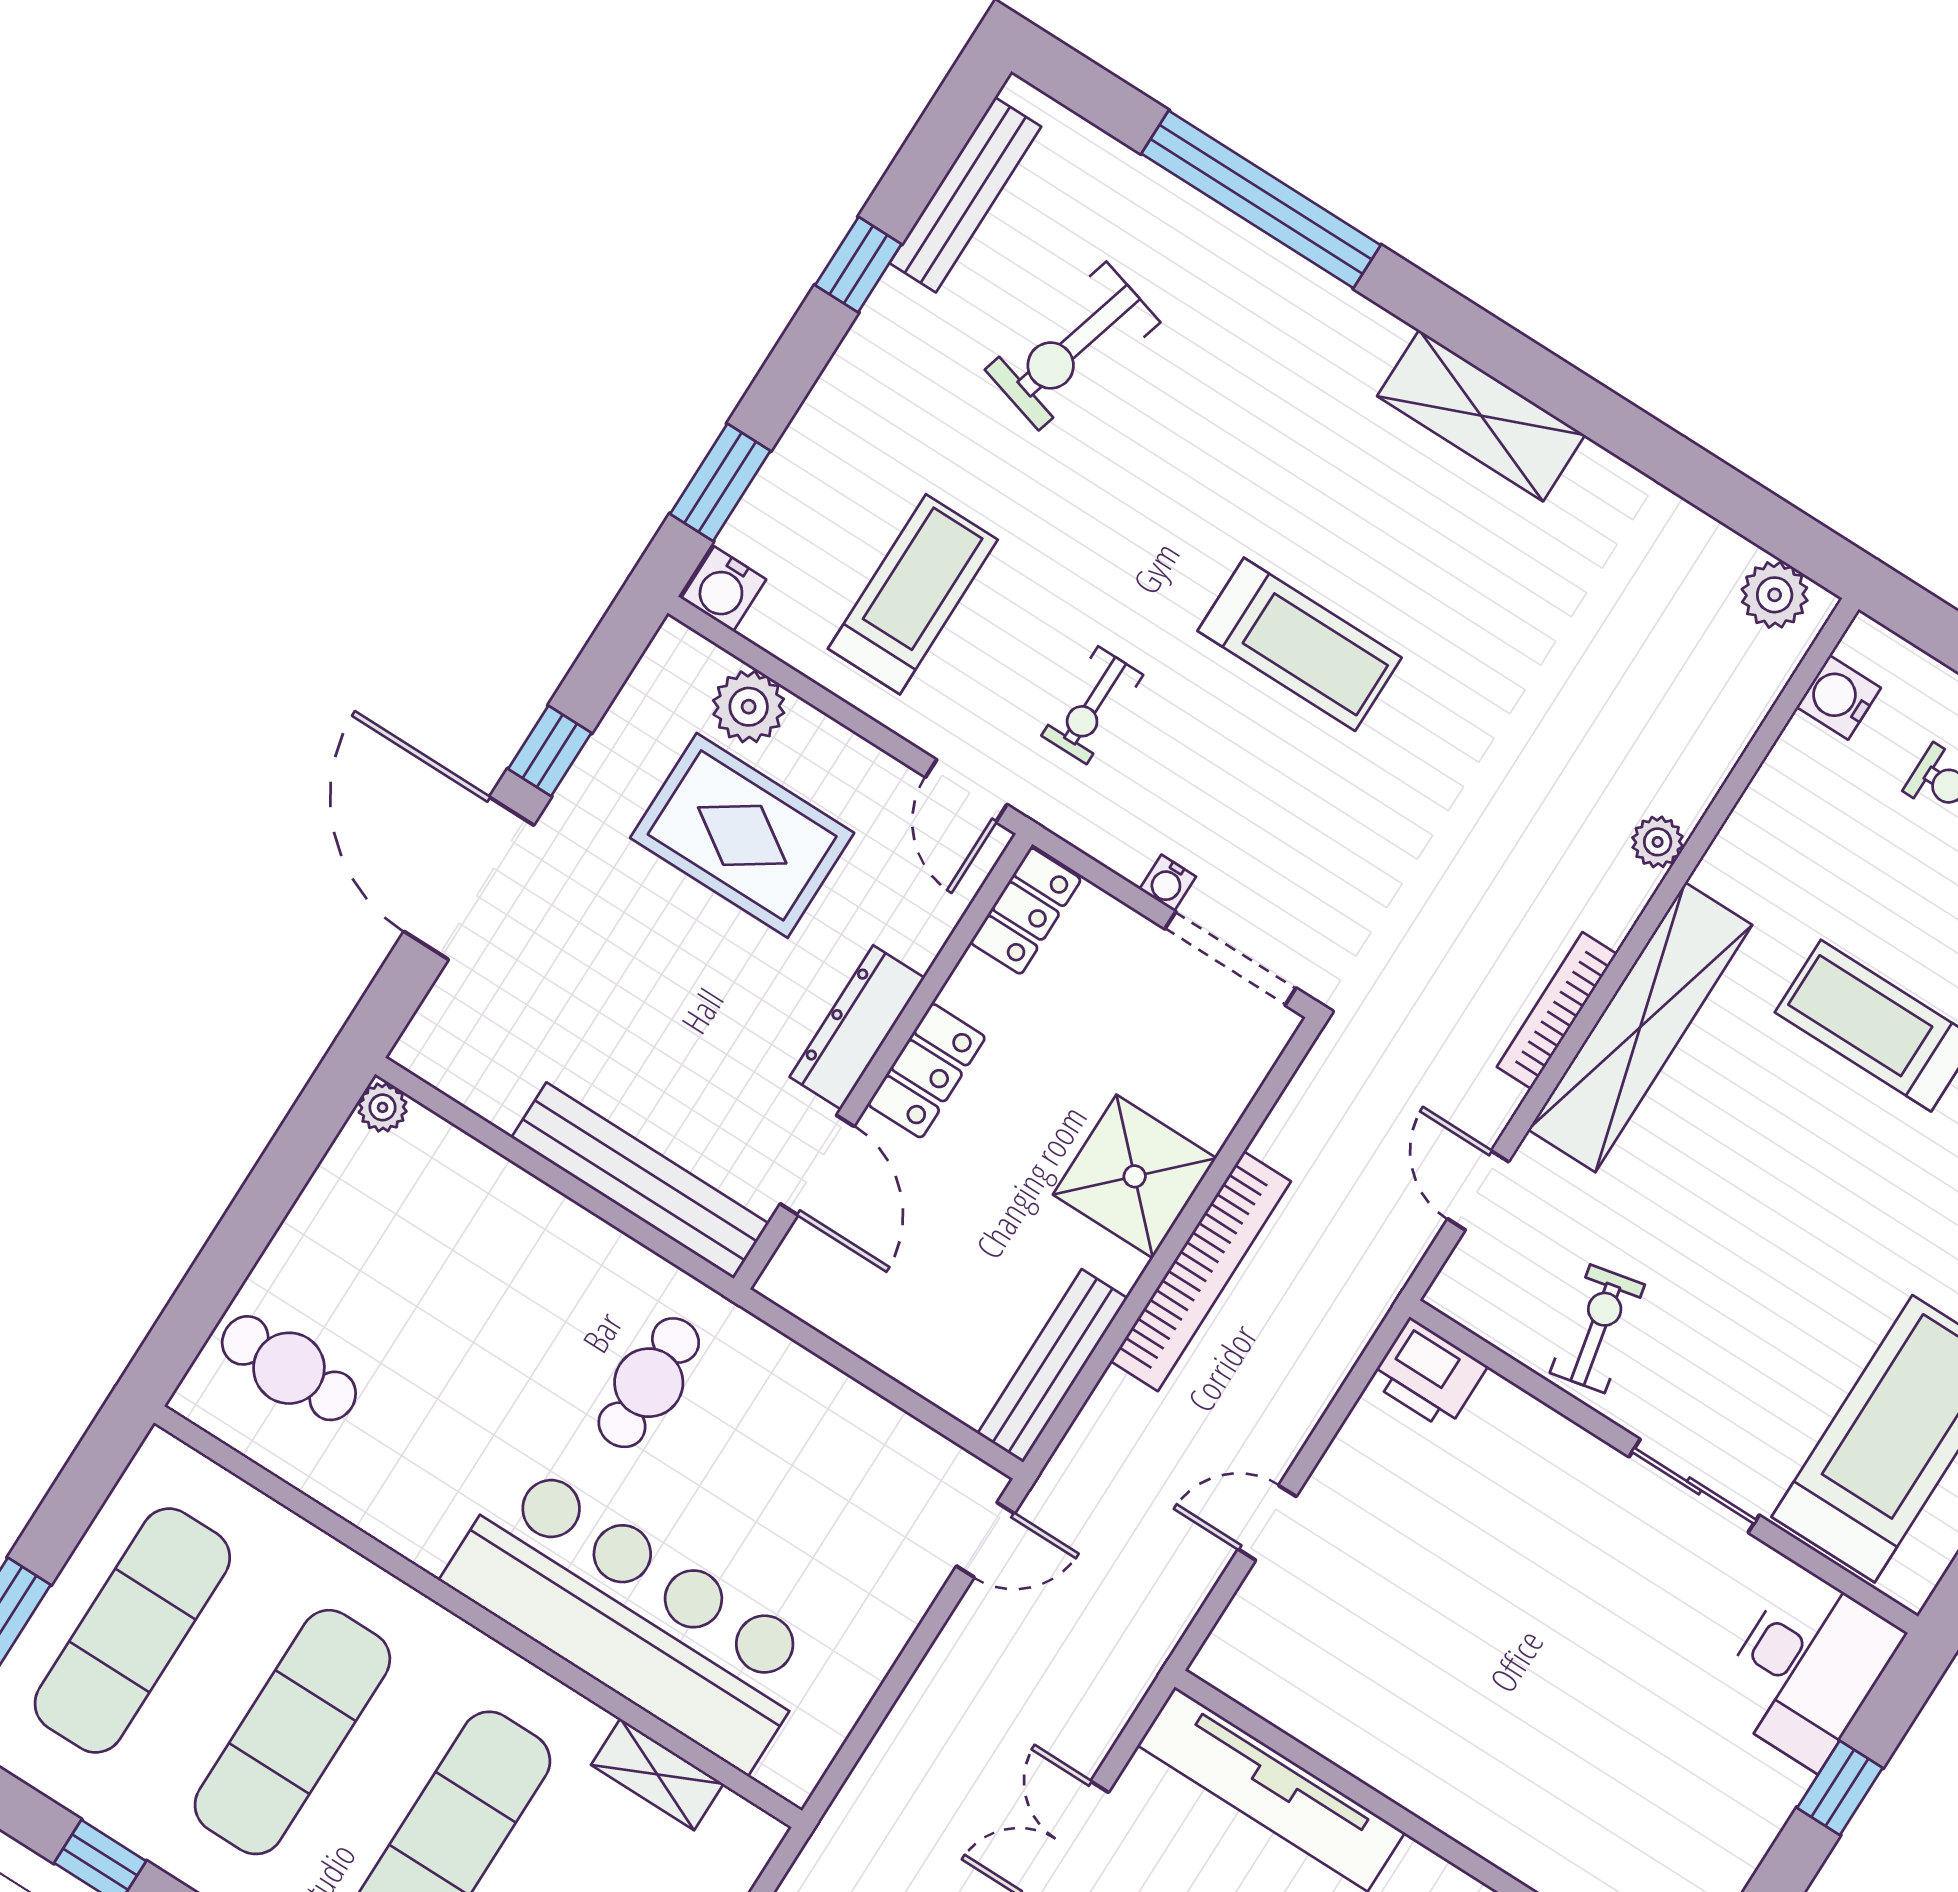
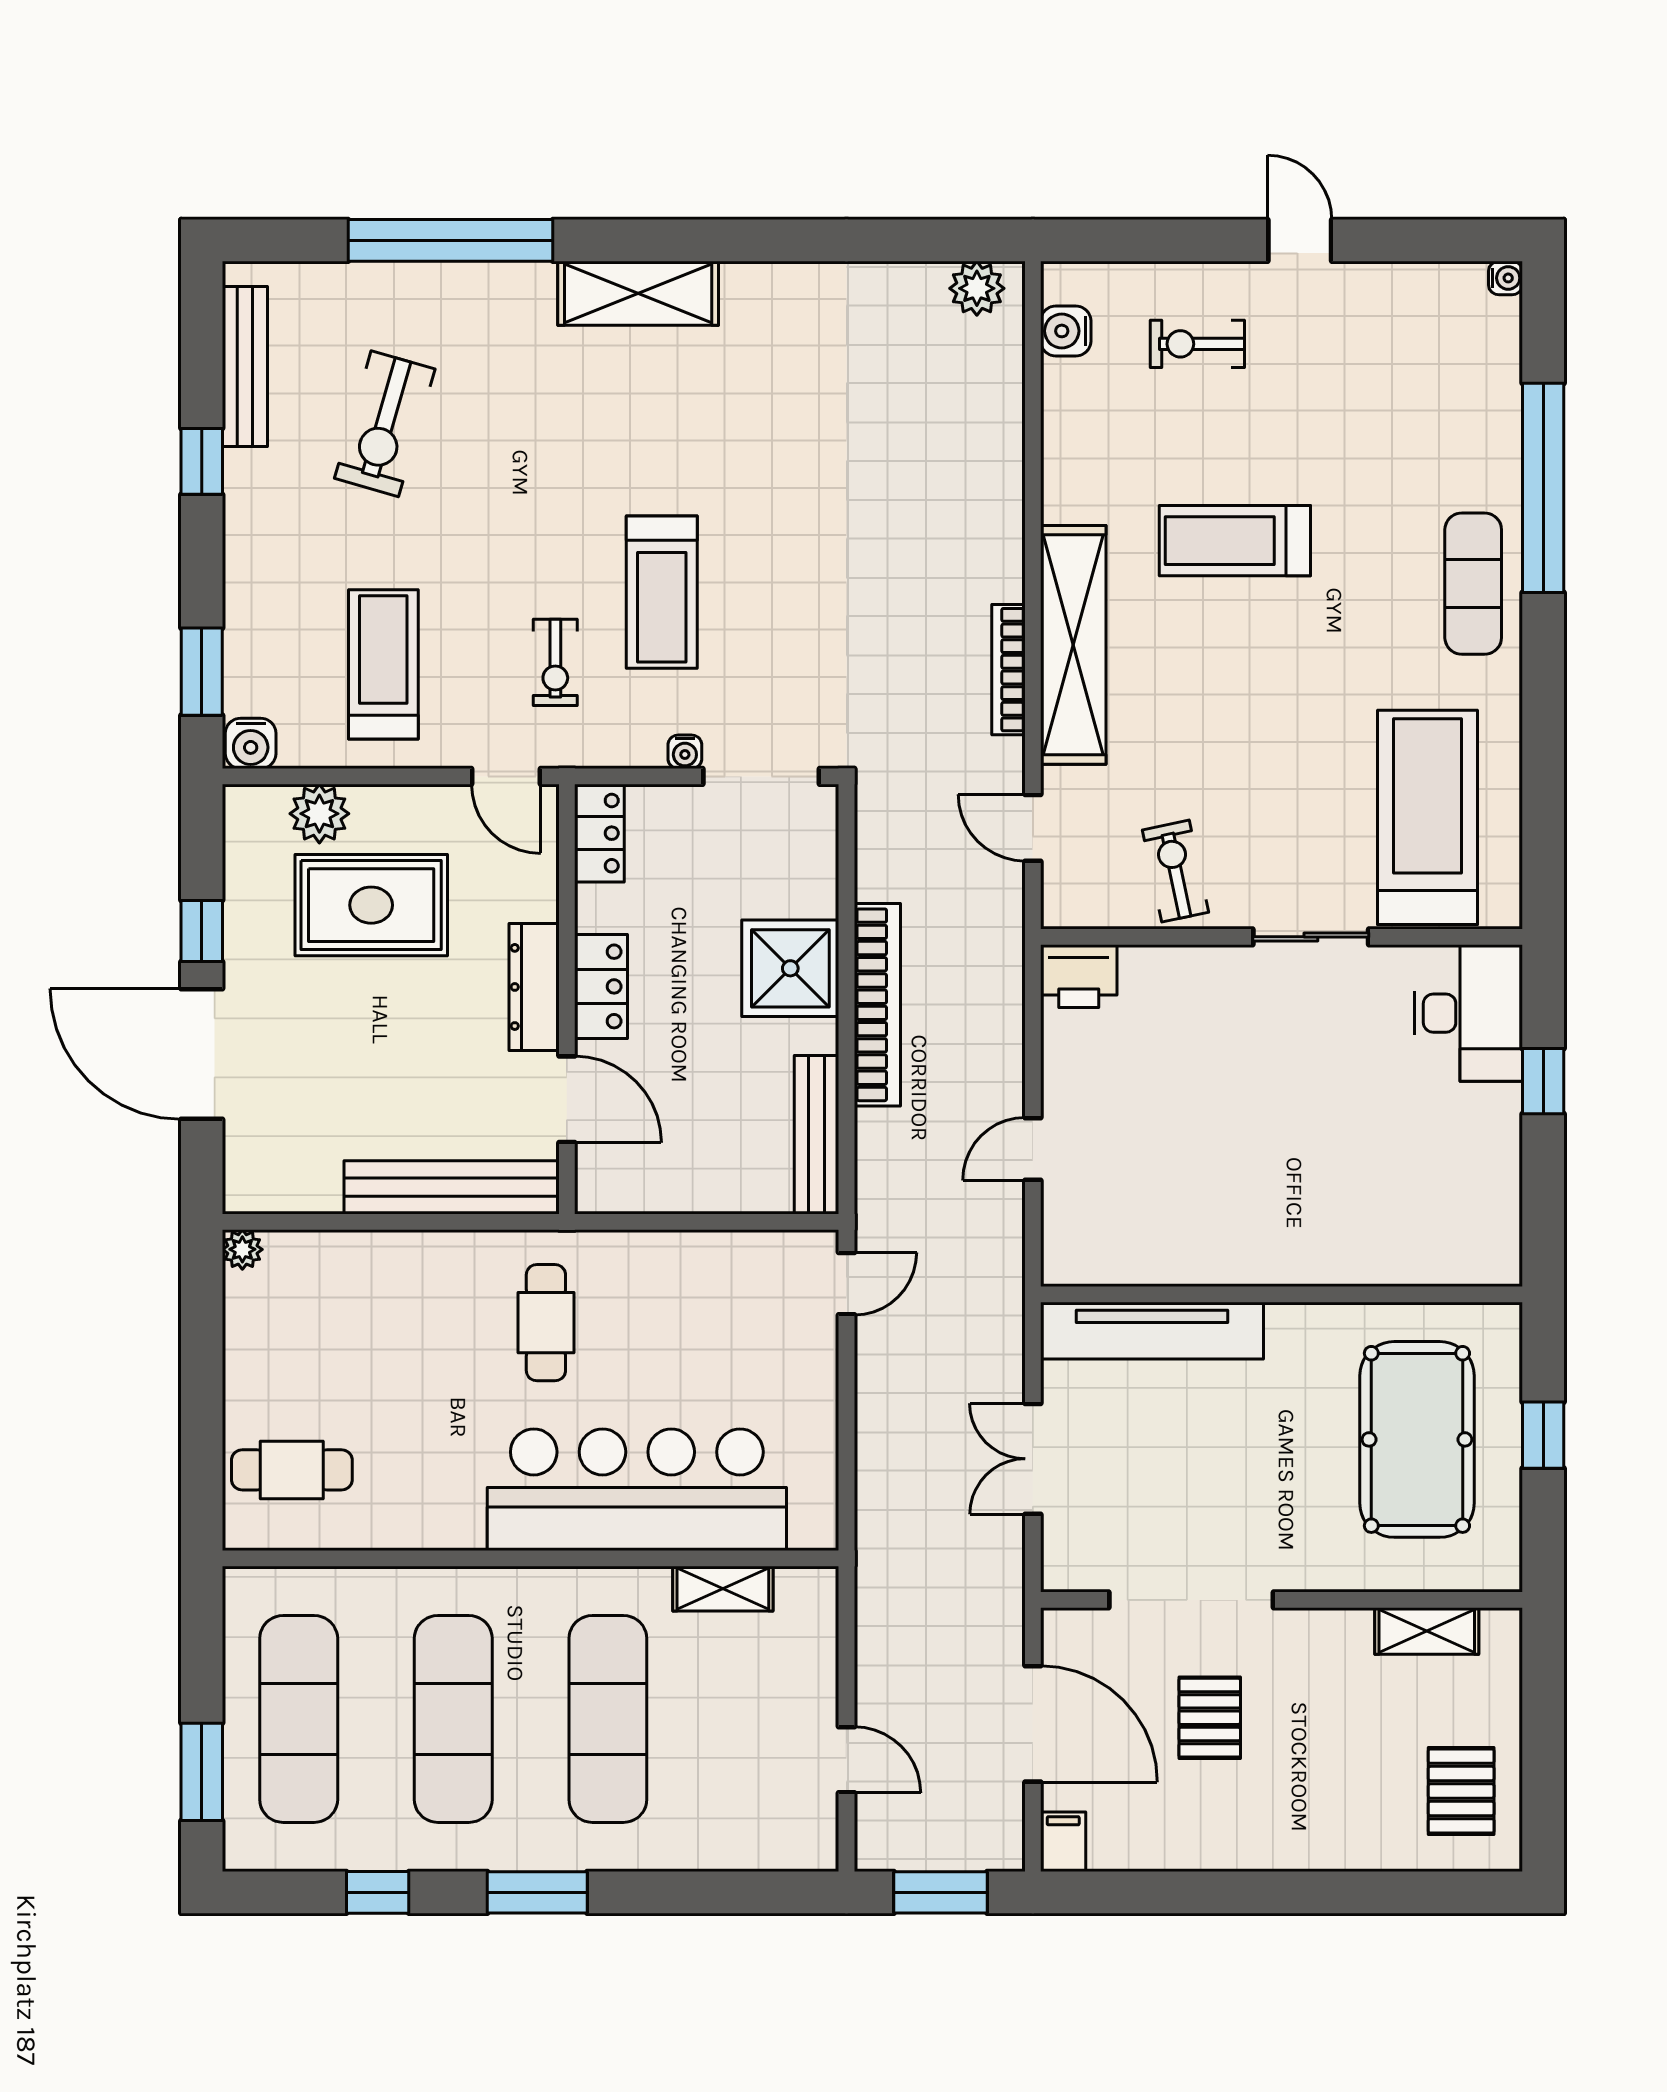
shelving: (1481, 416) -> (638, 293), moved
treadmill: (1300, 644) -> (662, 592), moved, turned 90
plant: (1658, 842) -> (1004, 510), removed

